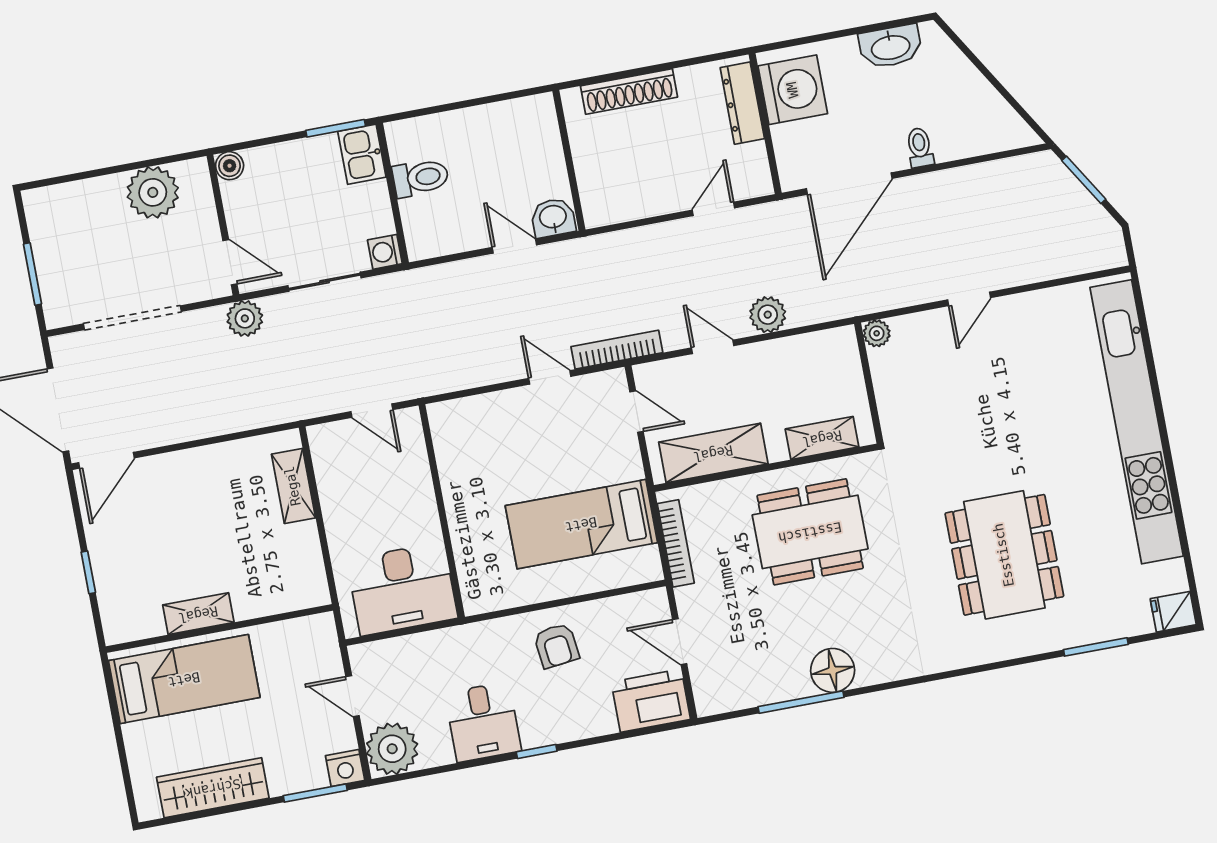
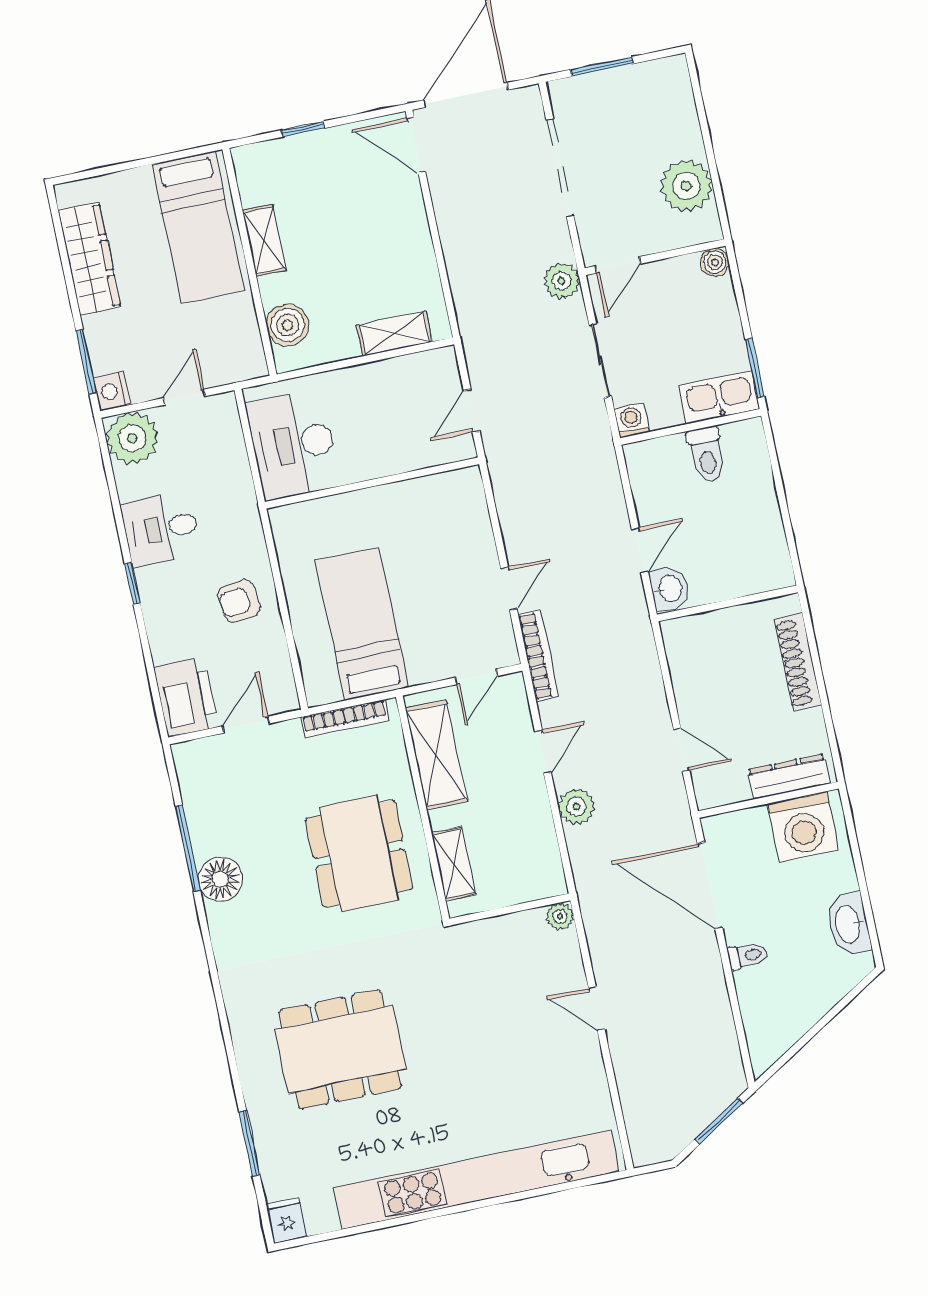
kitchen sink: (362, 154) -> (719, 397), width x1.38
boiler: (283, 592) -> (287, 325), added

